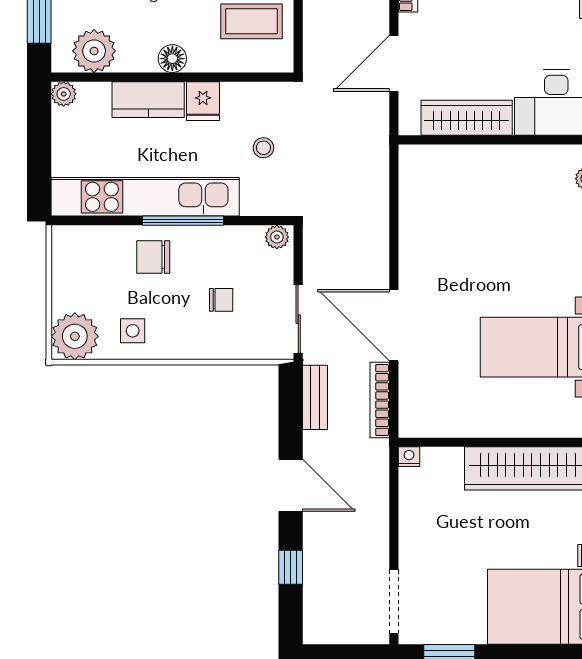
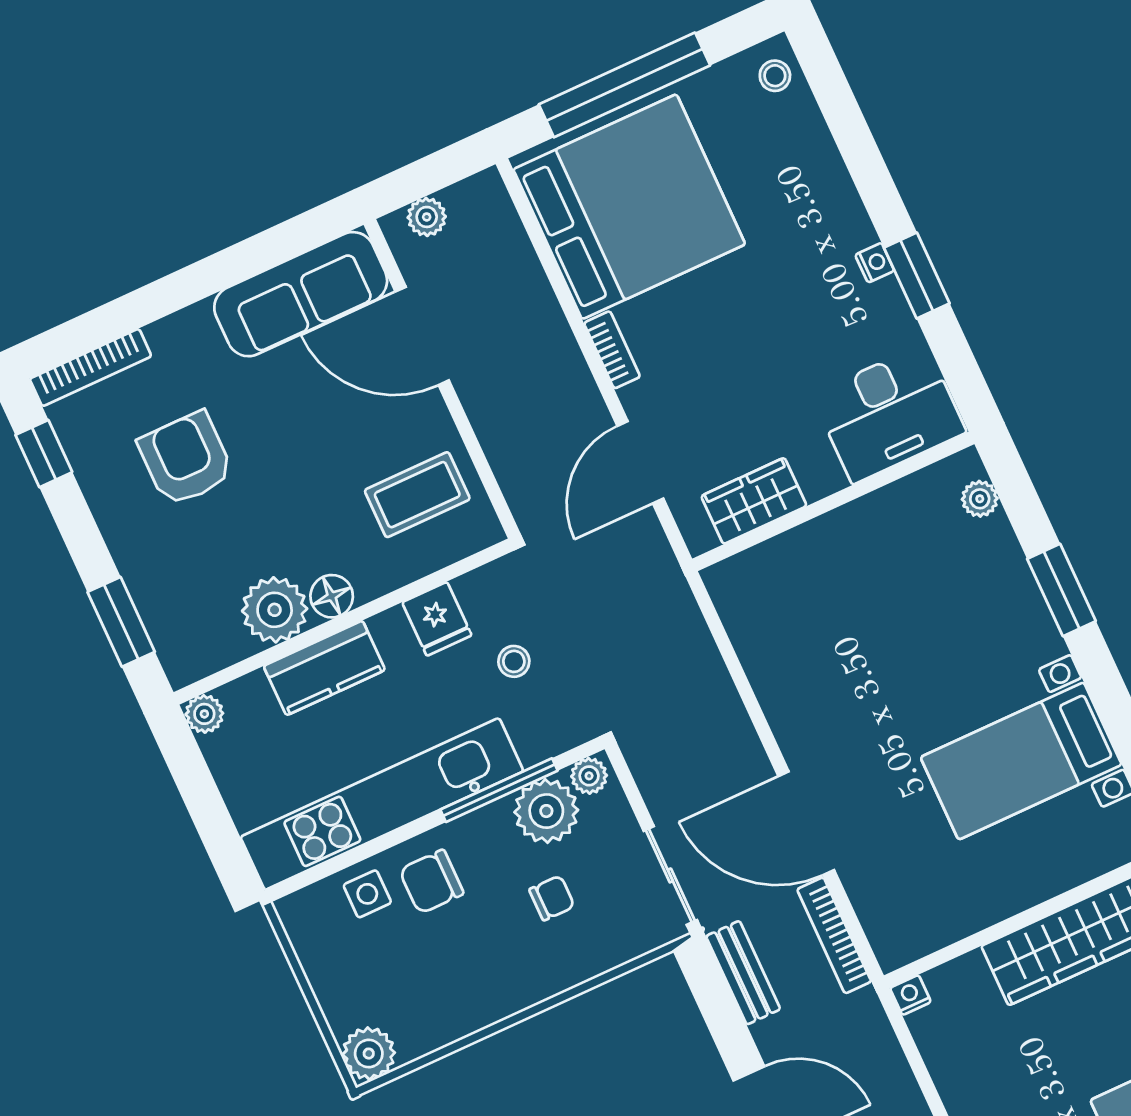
plant: (94, 51) -> (275, 610), moved
fridge: (203, 101) -> (437, 619), moved
wardrobe: (467, 118) -> (754, 501), width x0.67
window: (183, 221) -> (499, 790), moved
plant: (242, 246) -> (546, 811), added
side table: (133, 331) -> (367, 894), moved
plant: (75, 336) -> (369, 1054), width x0.73, depth x0.73

